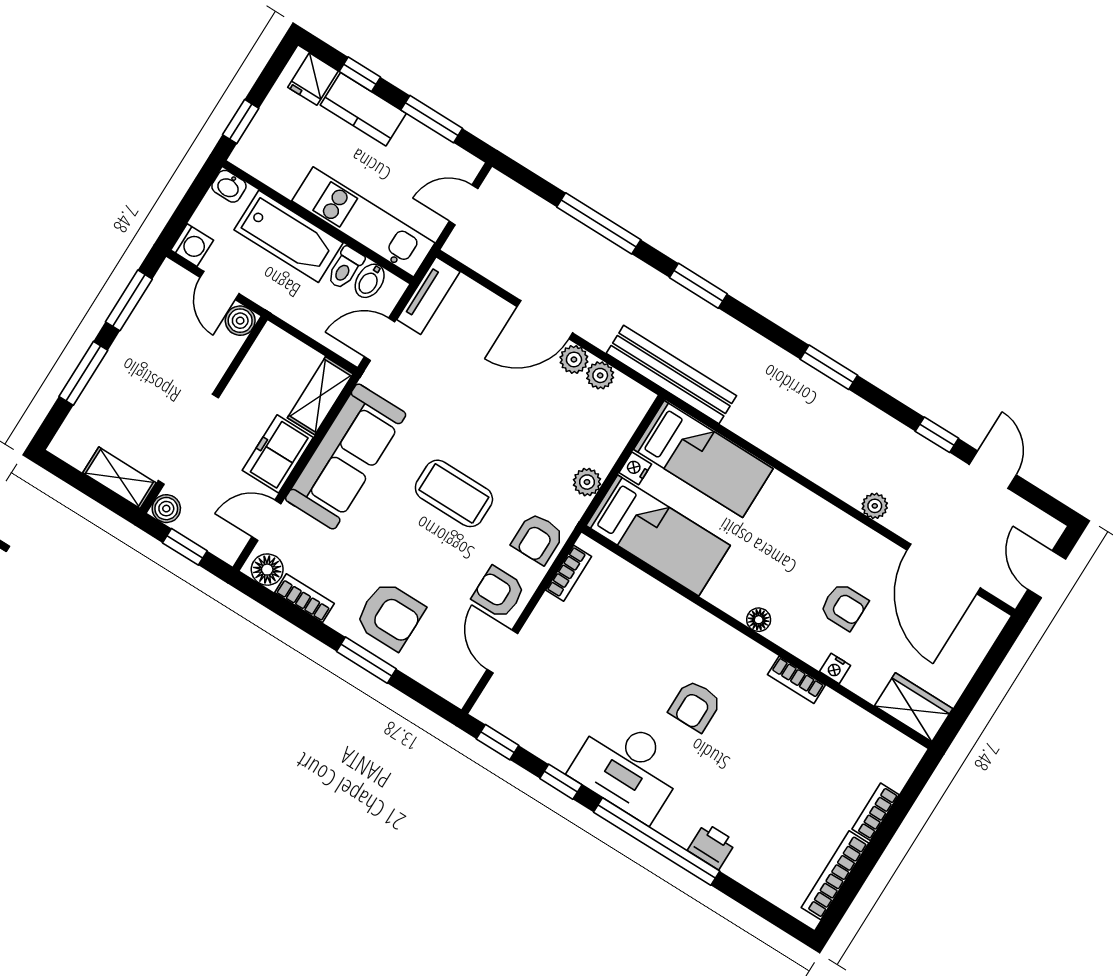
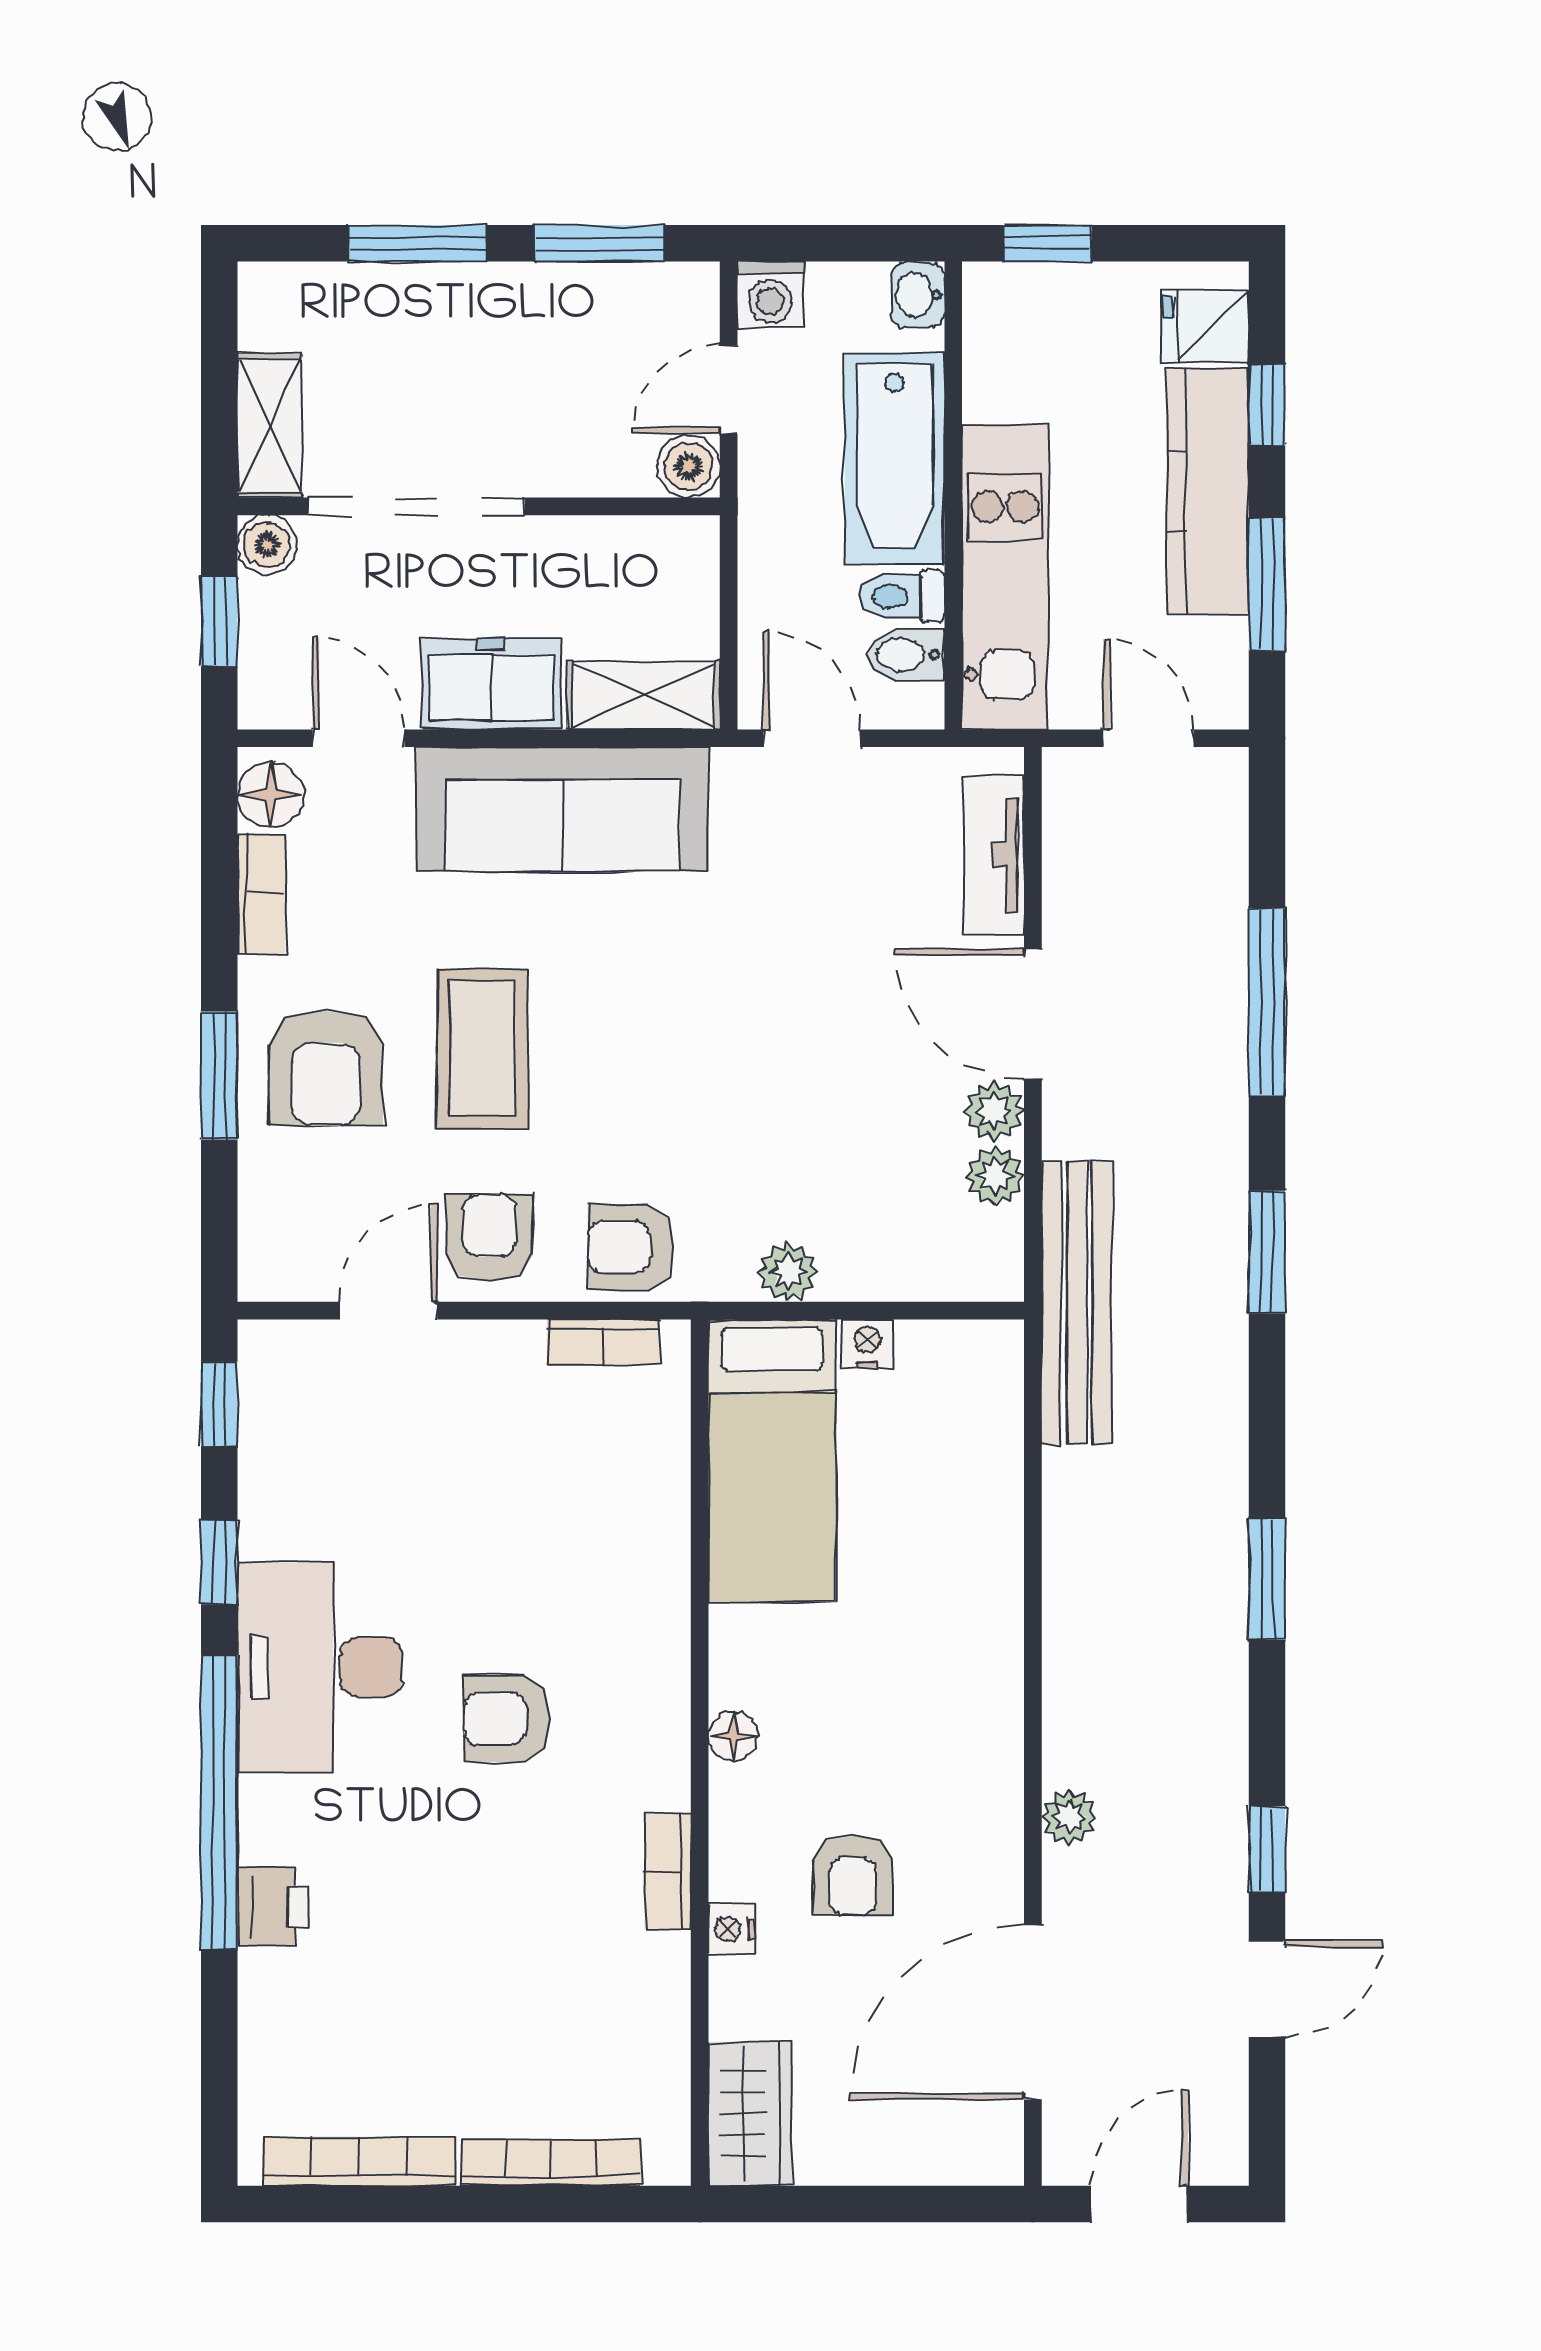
kitchen counter: (363, 109) -> (1208, 491), width x1.50
tv unit: (428, 296) -> (994, 855), moved, turned 90
bed: (703, 459) -> (961, 1456), removed
coffee table: (454, 493) -> (482, 1049), moved
bookcase: (875, 812) -> (551, 2163), width x1.56

